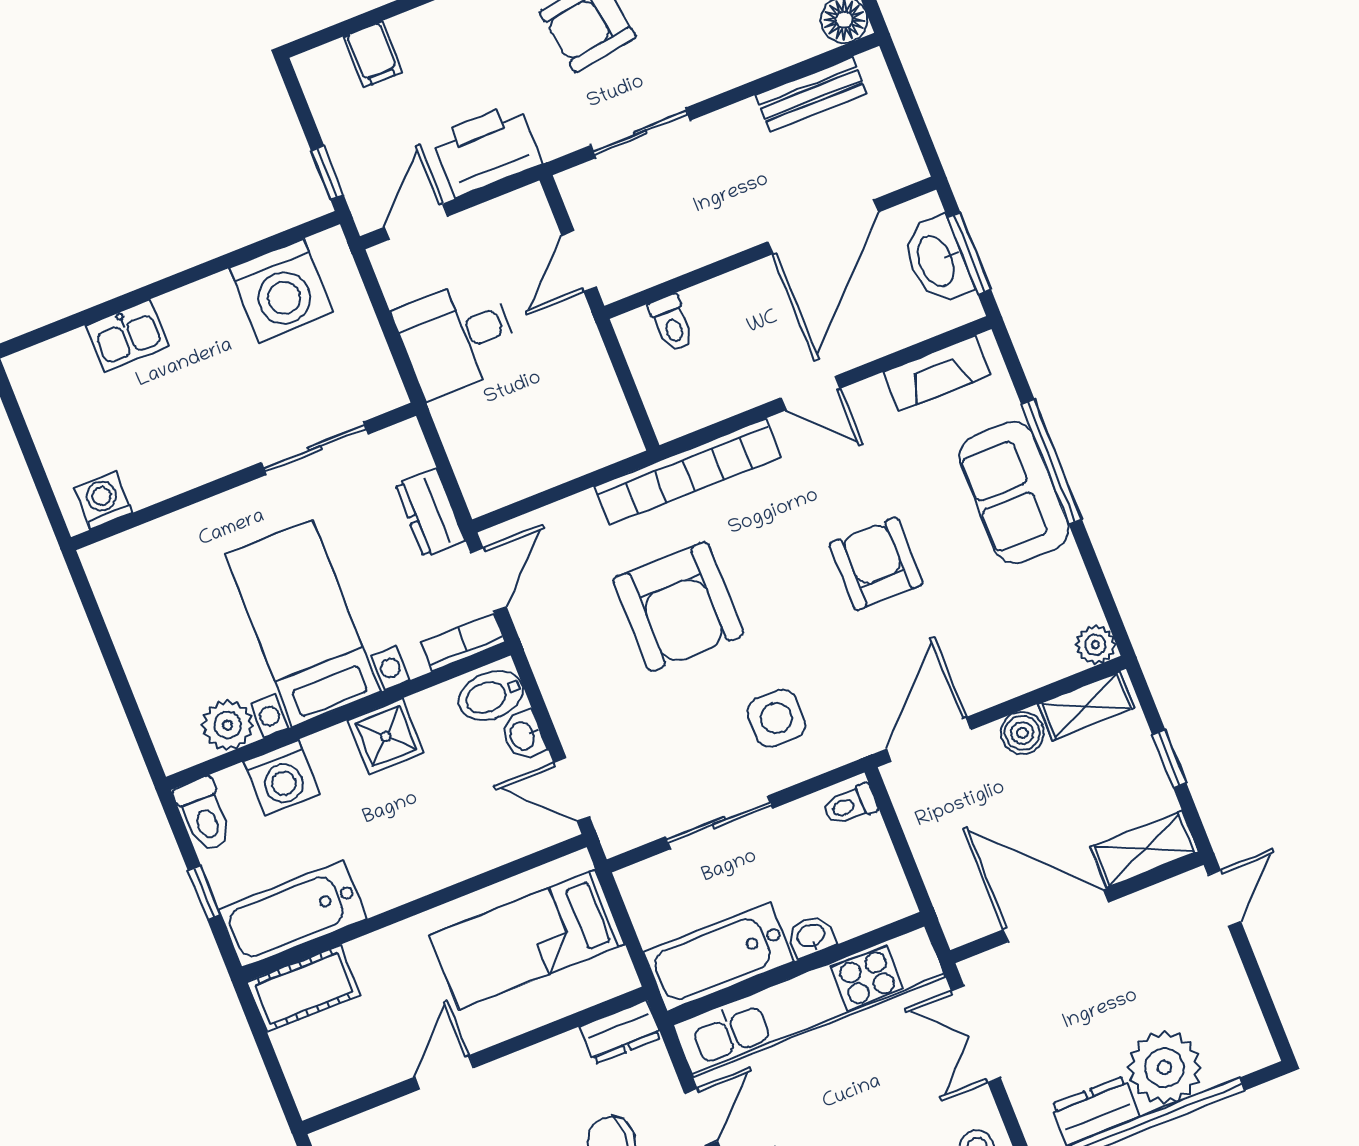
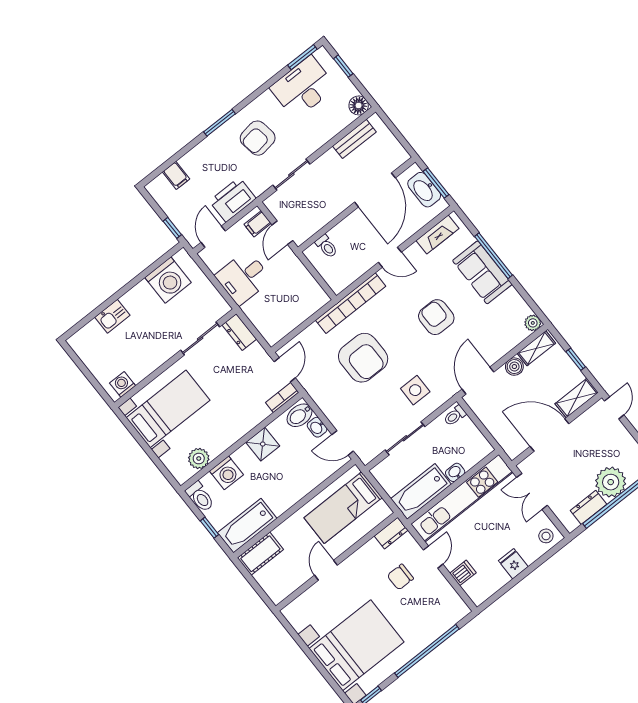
filing cabinet: (528, 223) -> (258, 224), added
dresser: (430, 513) -> (239, 332), moved
bed with nightstands: (303, 623) -> (168, 409), moved, turned 90

